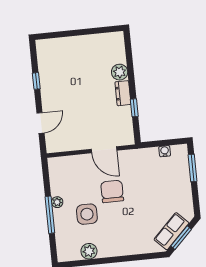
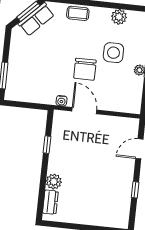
dresser: (123, 93) -> (50, 202), moved
water cooler: (165, 151) -> (62, 101), moved
coffee table: (131, 246) -> (78, 13), added

